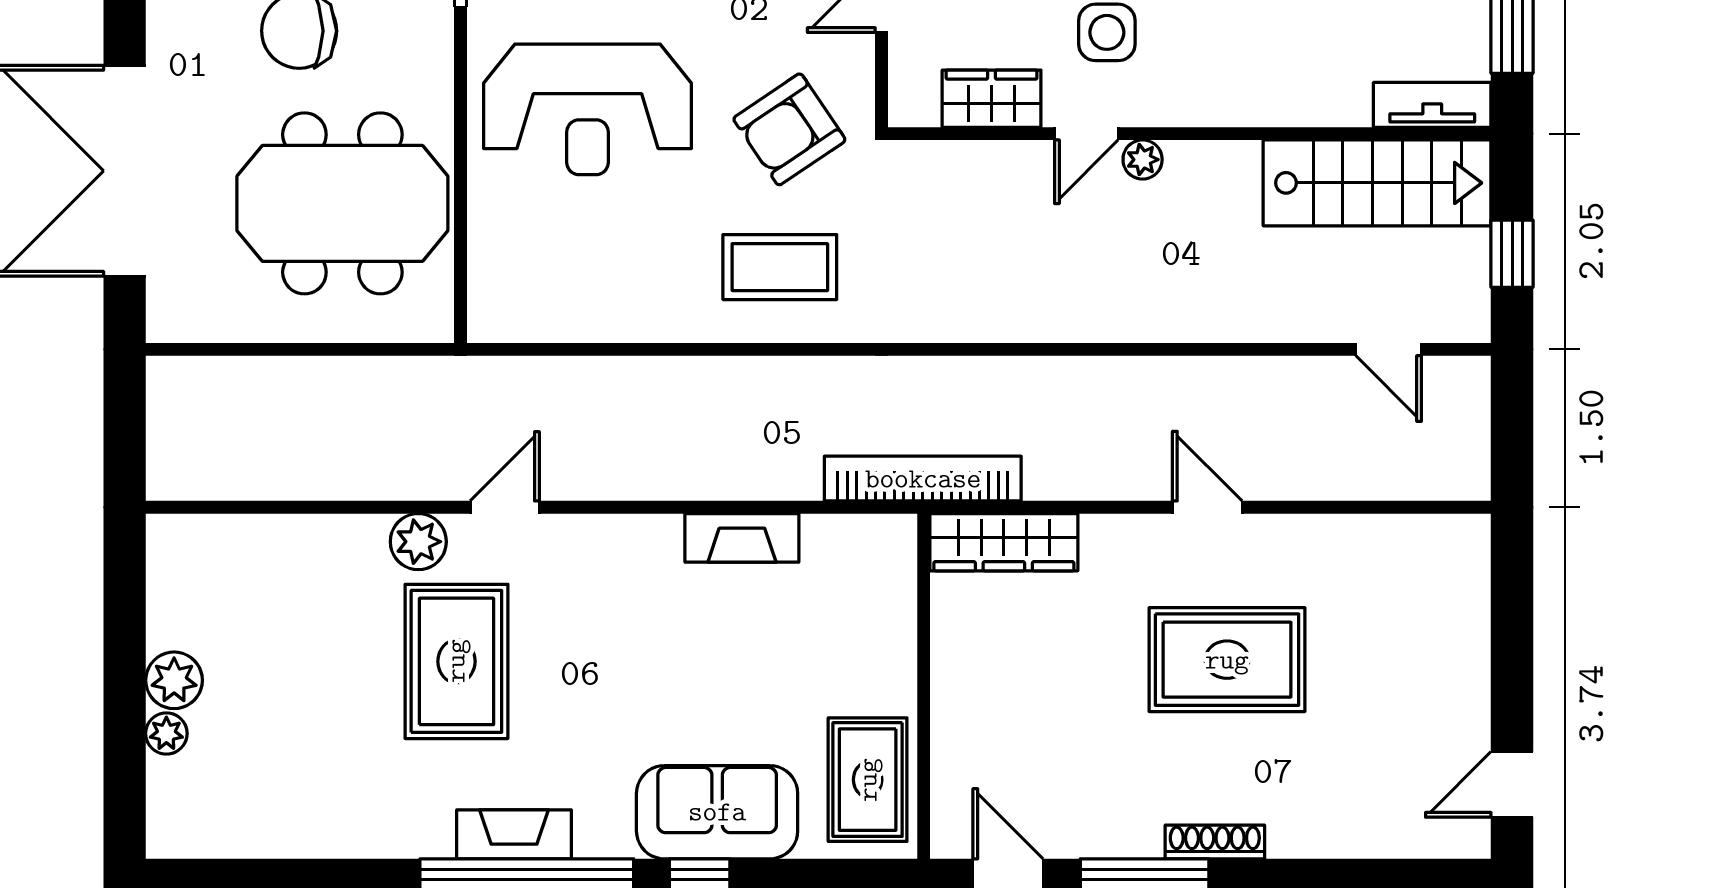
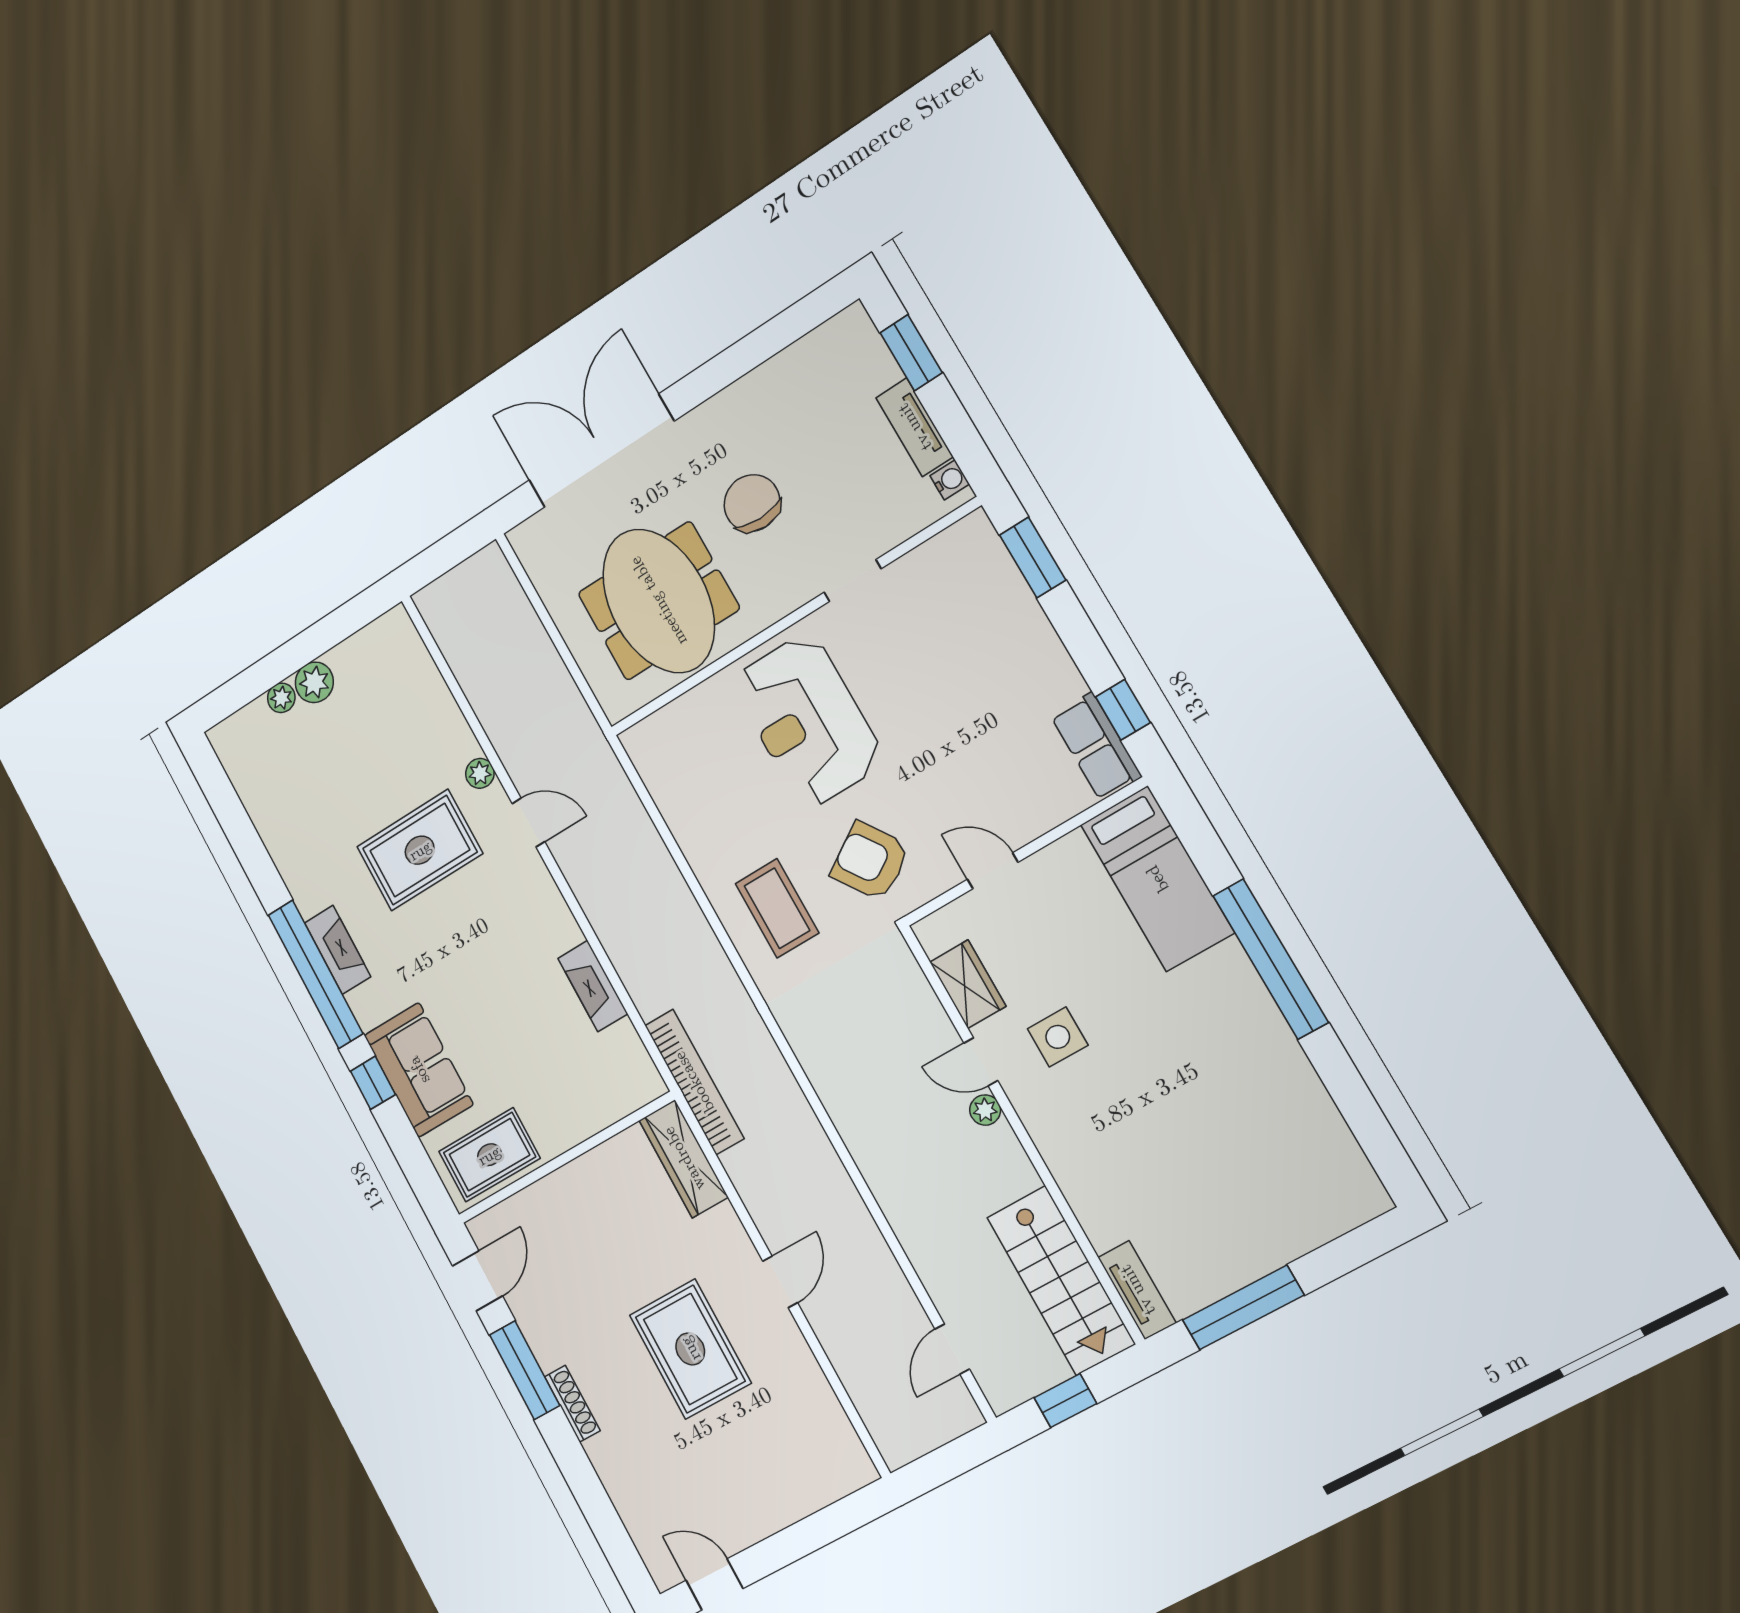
plant: (418, 542) -> (480, 773), width x0.73, depth x0.73

